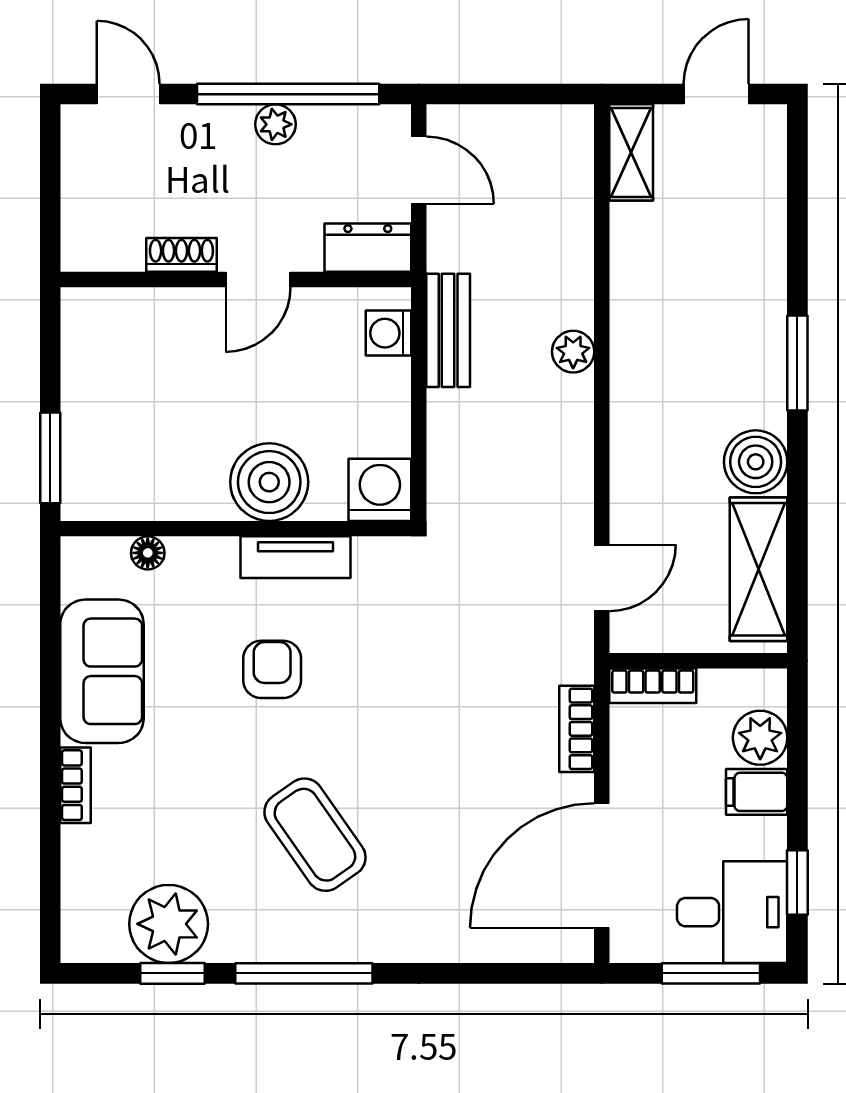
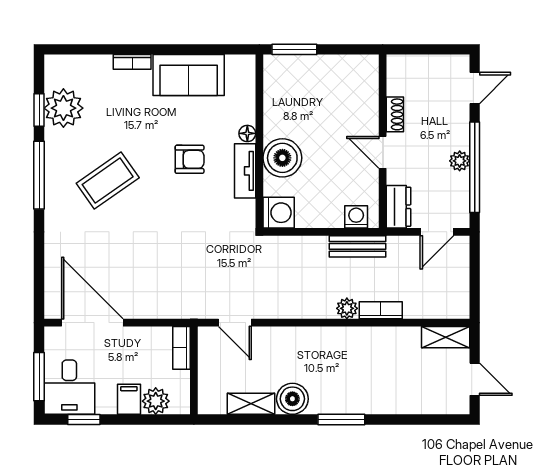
floor lamp: (148, 553) -> (247, 133), moved
shelving: (759, 569) -> (251, 404), width x0.67, depth x0.75
bookcase: (577, 729) -> (381, 310), moved

